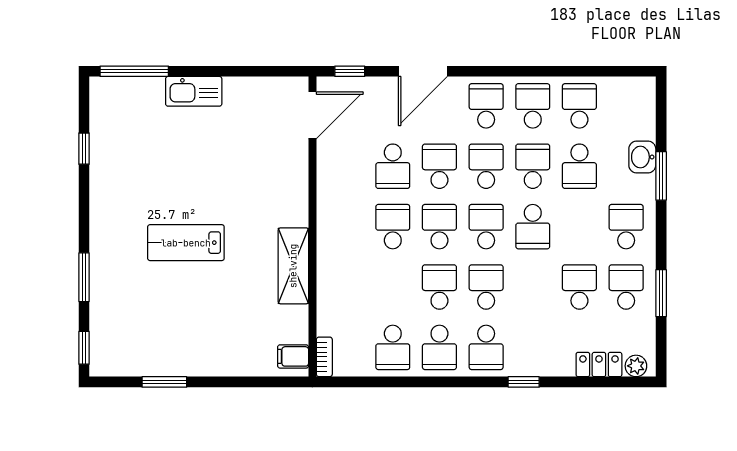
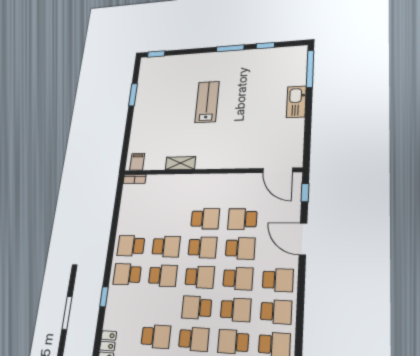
shelving: (293, 266) -> (180, 163), width x0.67, depth x0.75
window: (84, 277) -> (230, 48), moved
school desk: (393, 347) -> (194, 339), moved, turned 180

